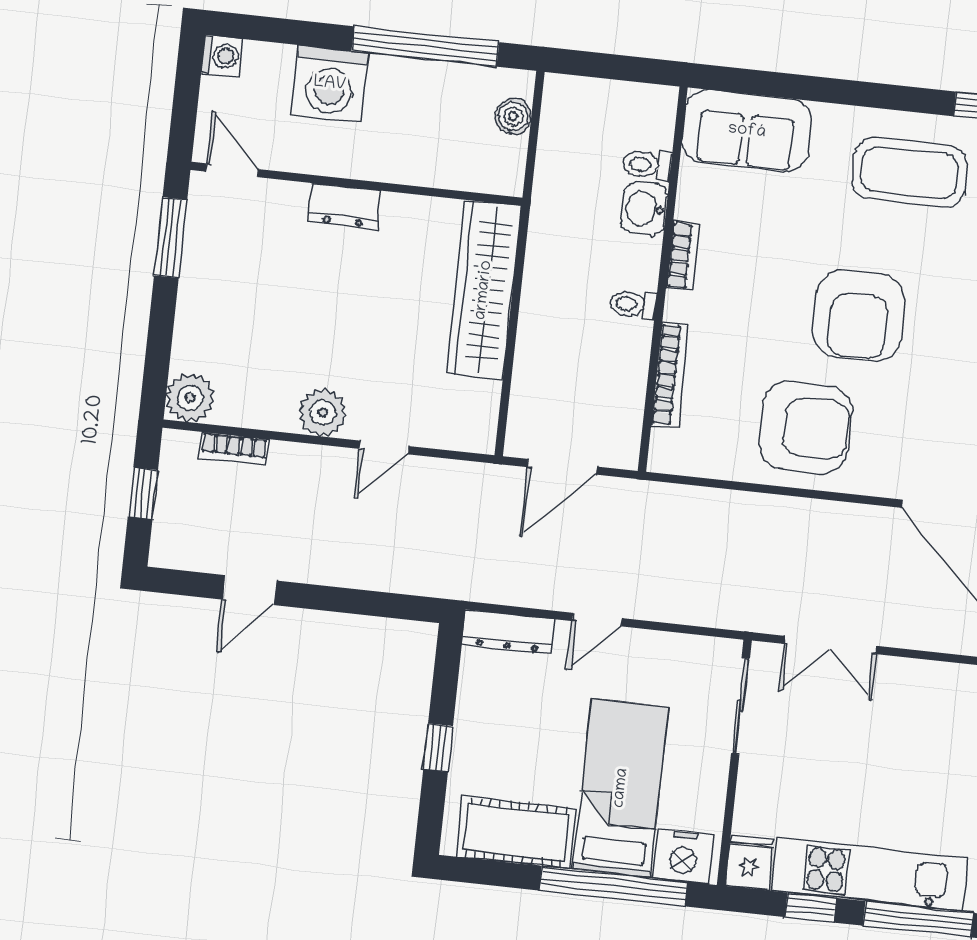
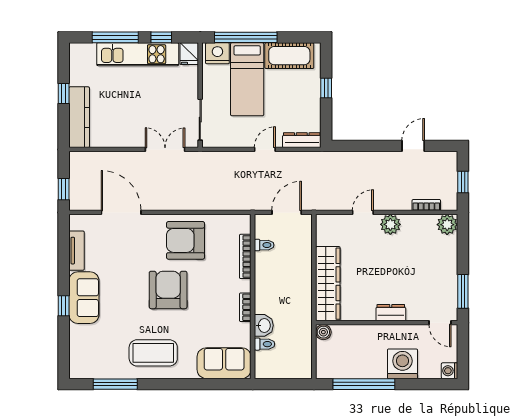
boiler: (513, 116) -> (323, 332), moved
toilet: (633, 304) -> (264, 245), moved

